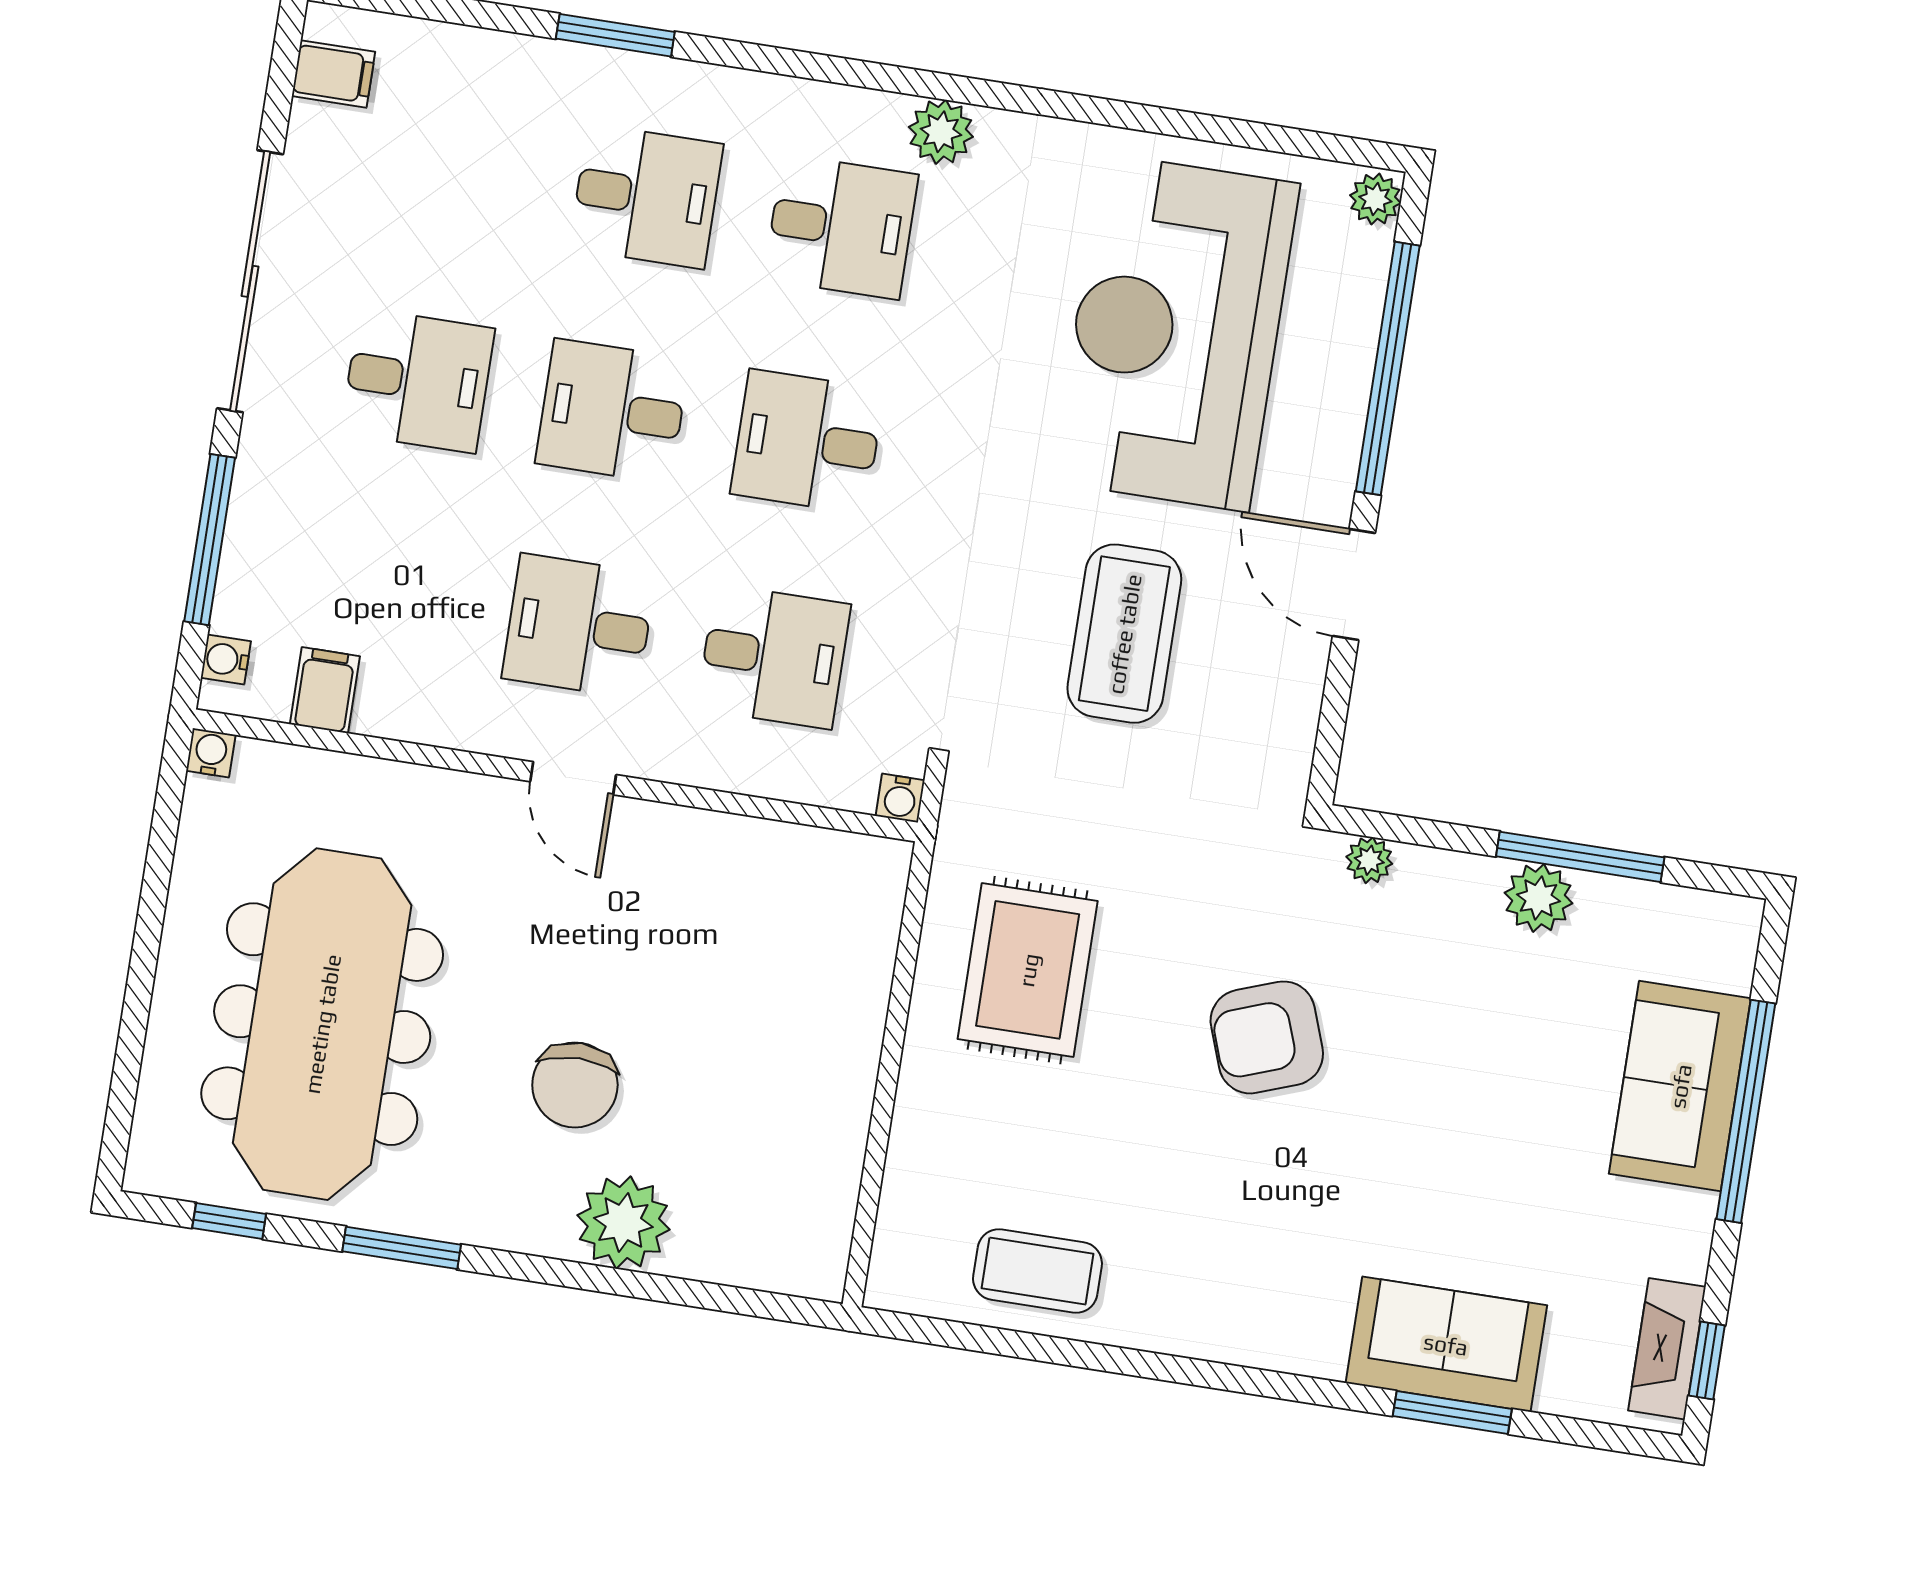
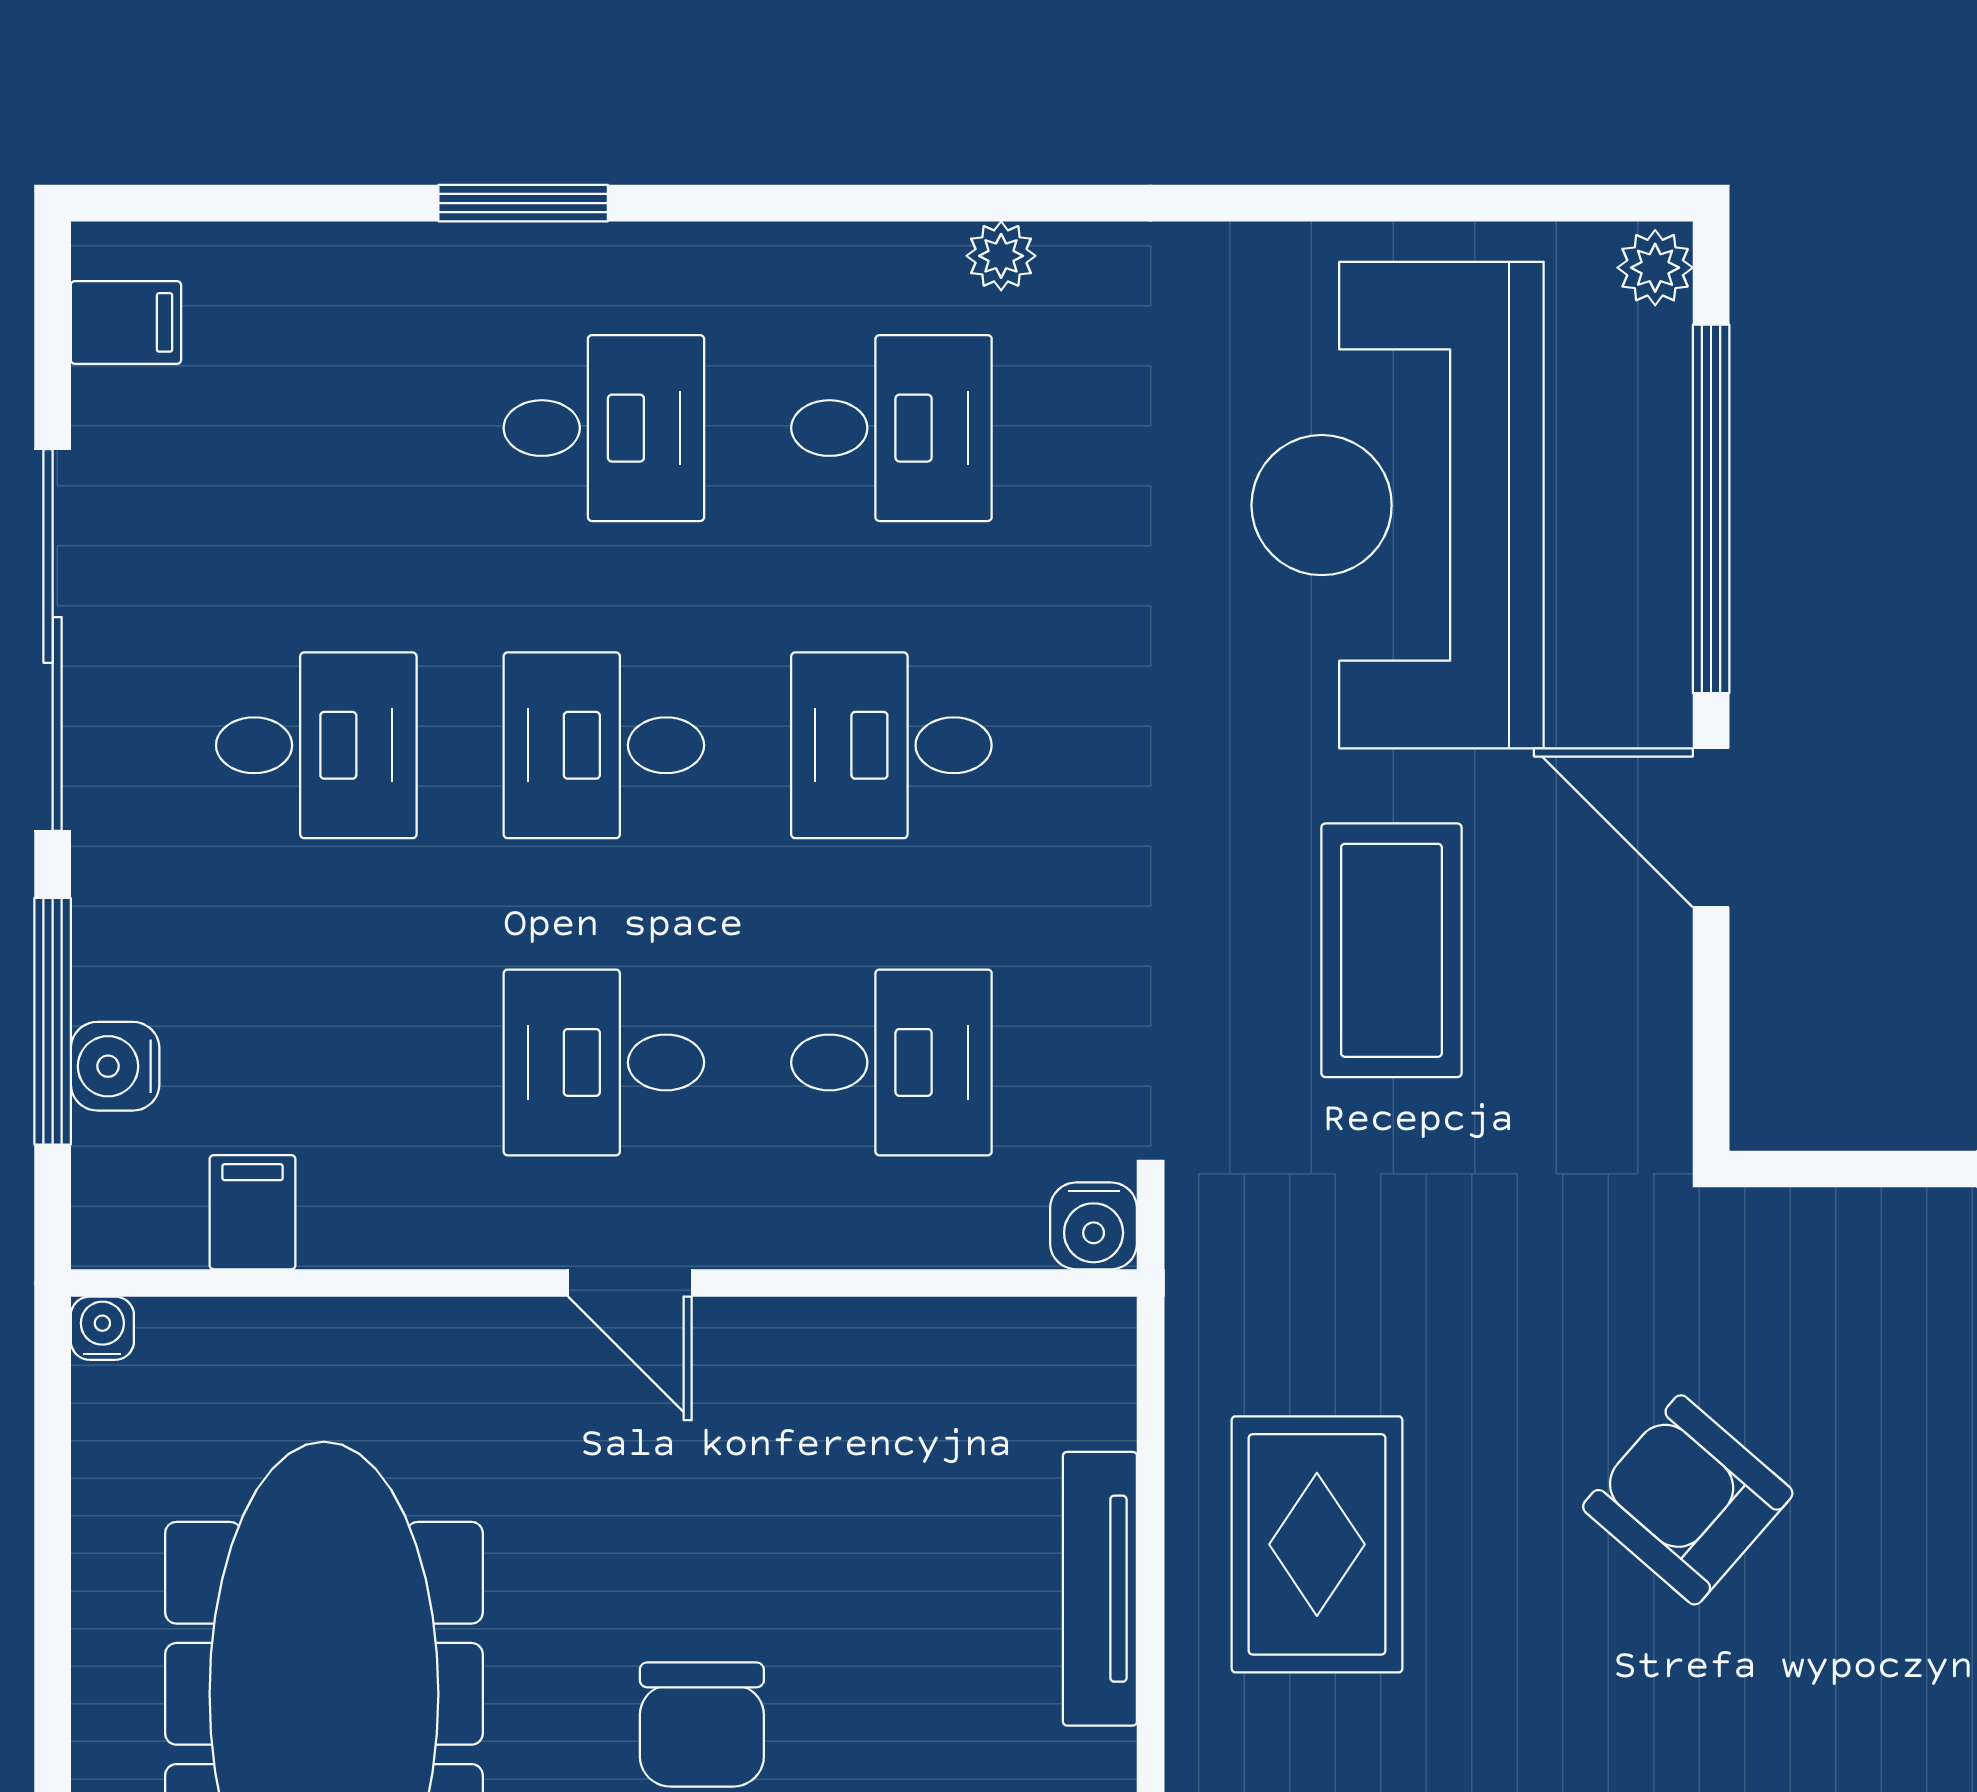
plant: (941, 132) -> (1001, 256), width x0.73, depth x0.73
water cooler: (226, 660) -> (115, 1066), moved, width x1.38, depth x1.38
water cooler: (900, 798) -> (1094, 1226), width x1.38, depth x1.38
plant: (1369, 860) -> (1795, 1221), removed
rug: (1028, 970) -> (1317, 1544), moved
tv unit: (859, 1035) -> (1100, 1589), added
armchair: (1267, 1037) -> (1688, 1500), turned 61

